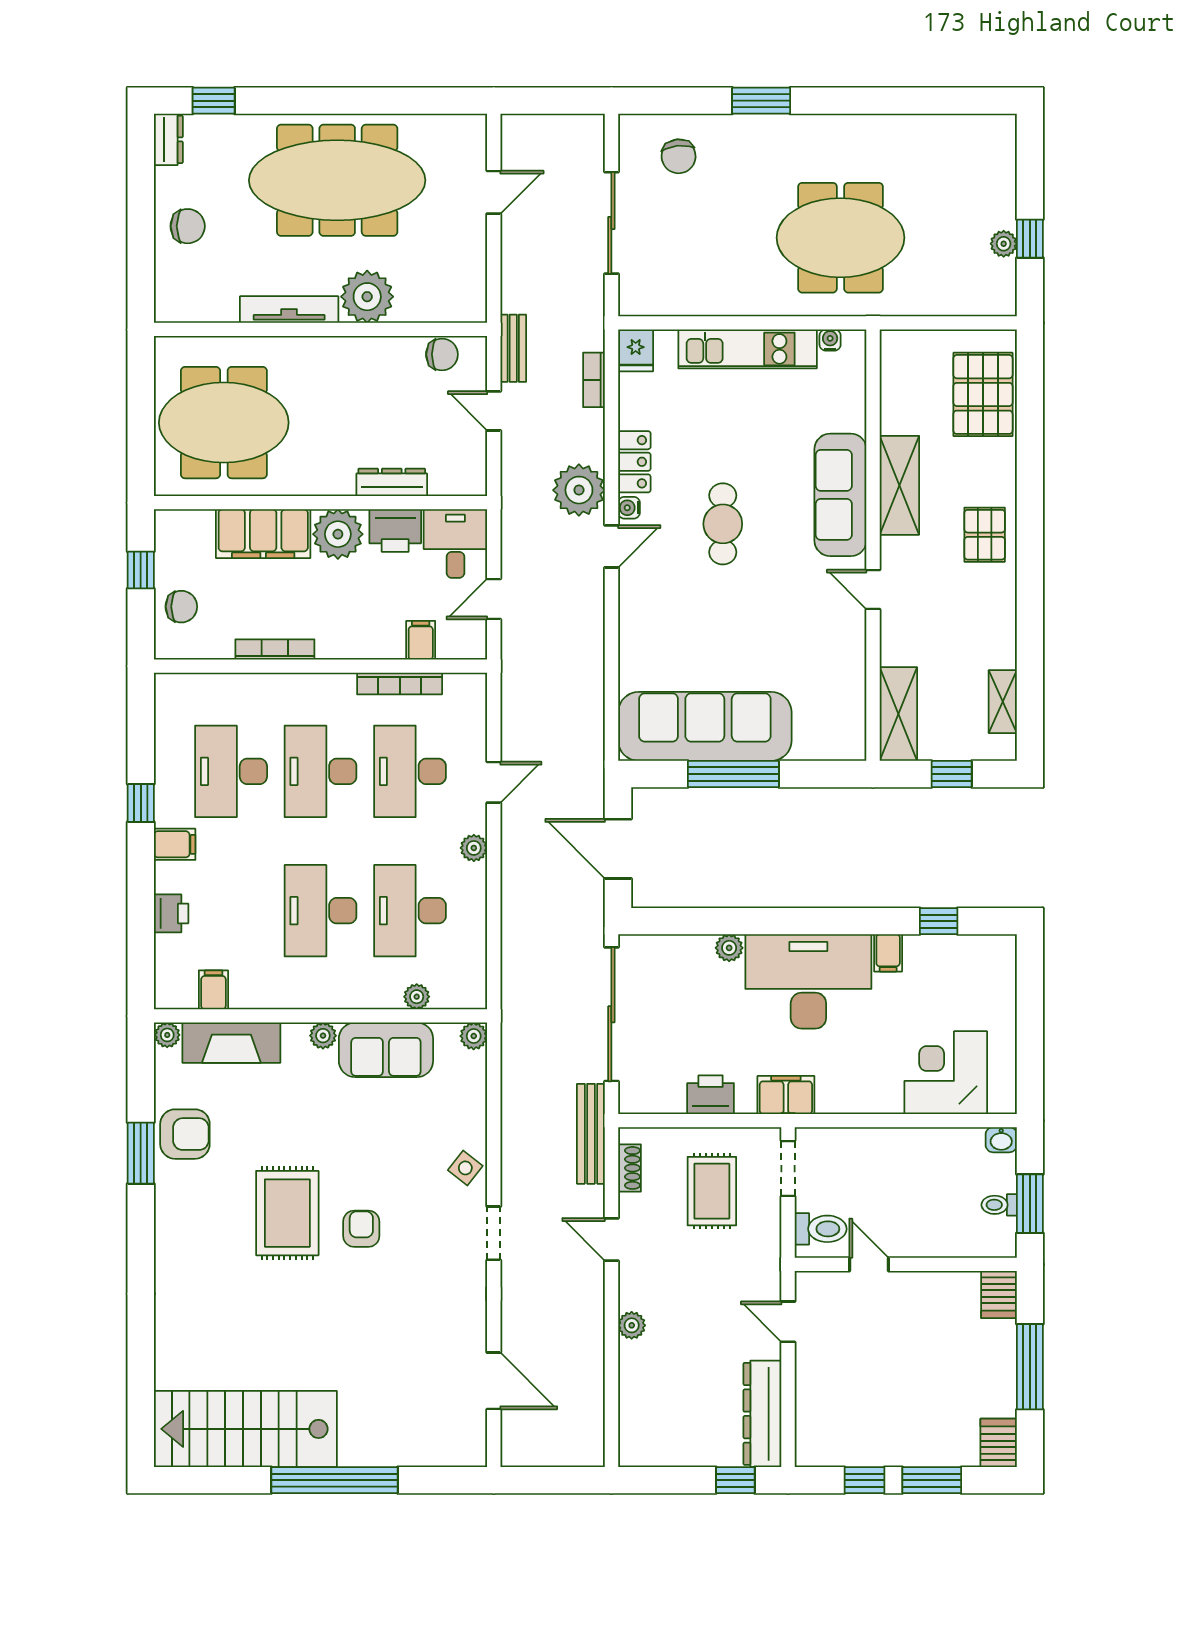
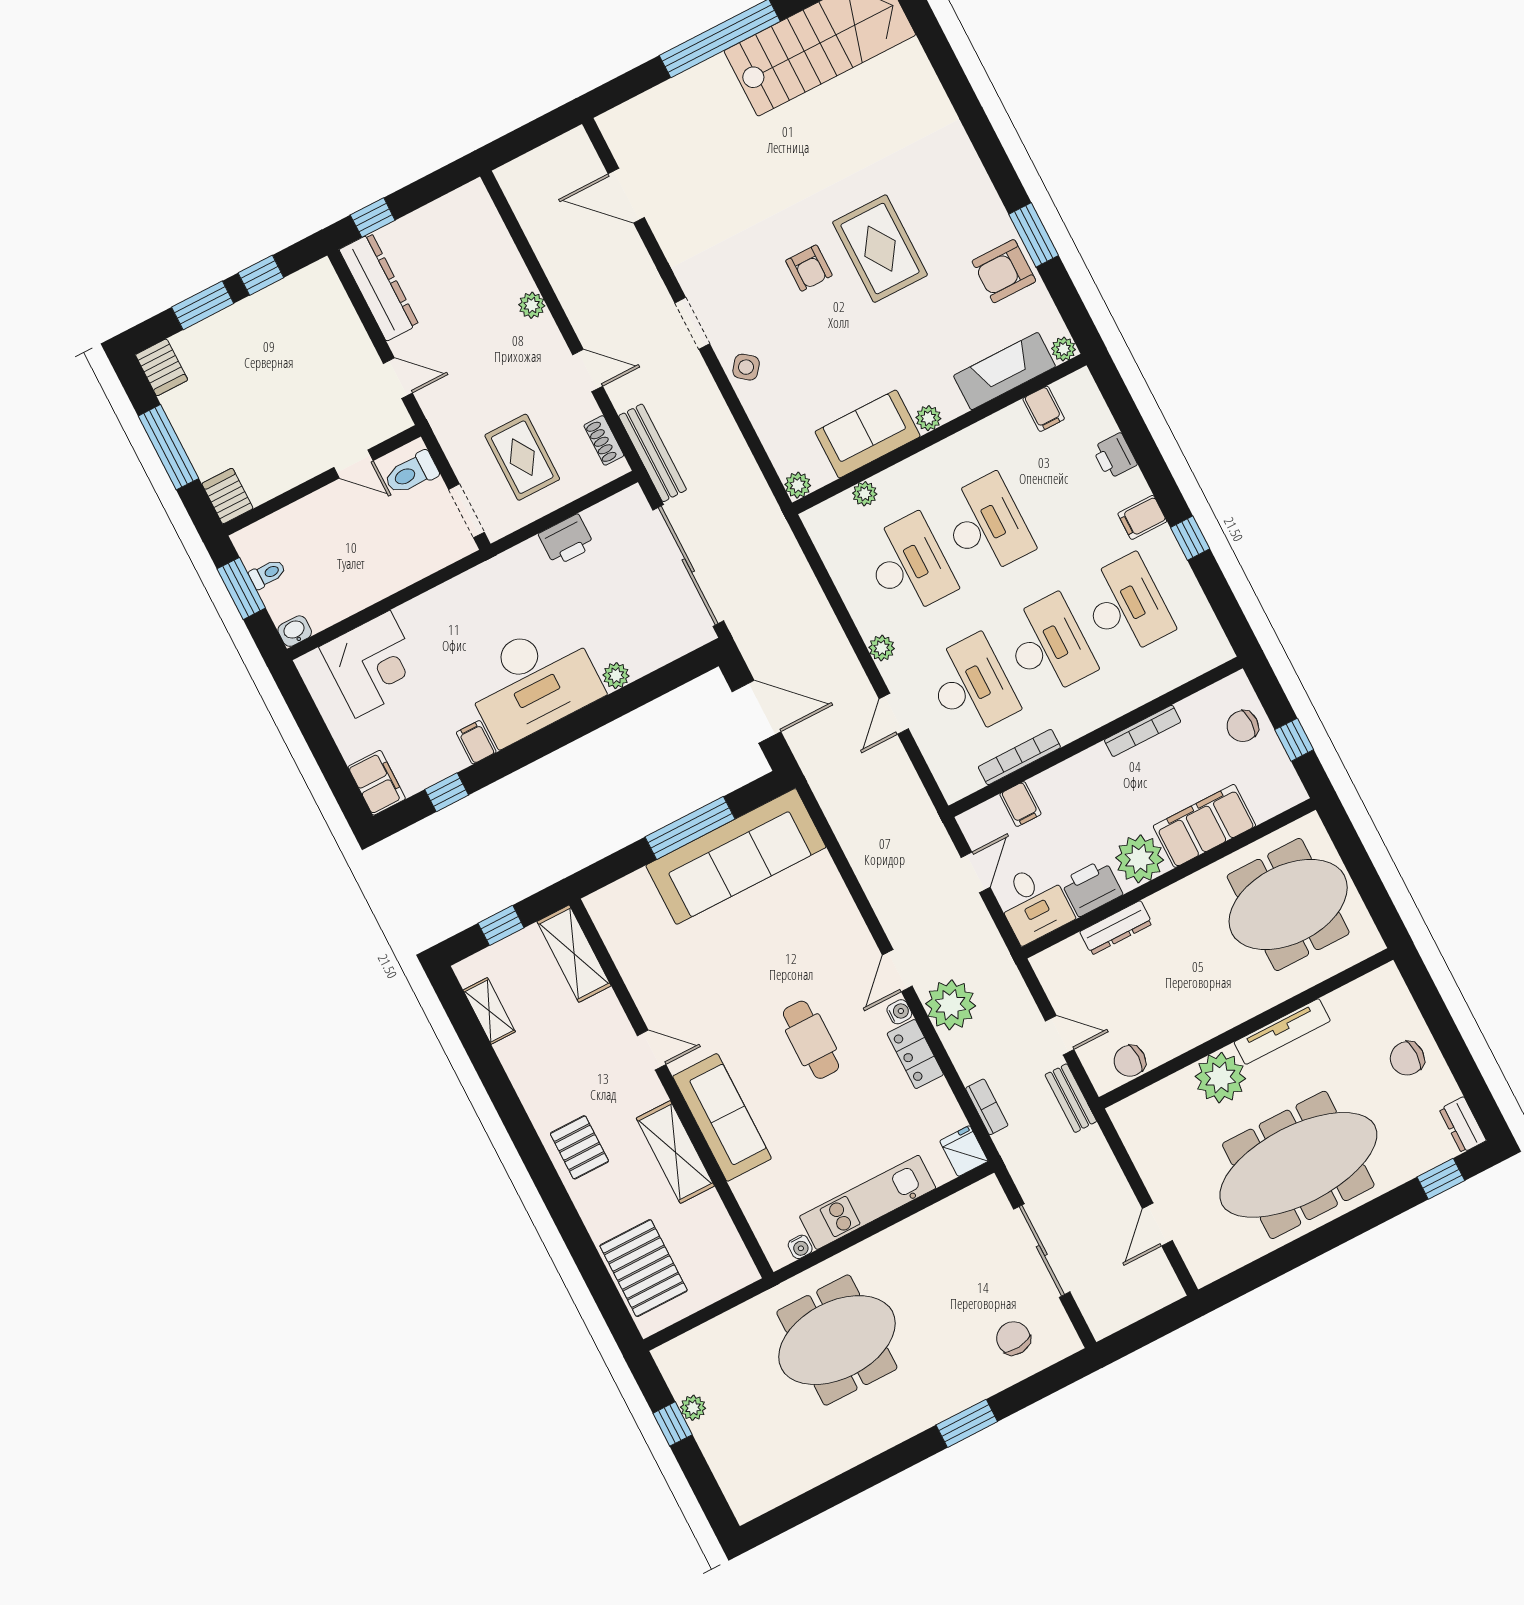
filing cabinet: (786, 1095) -> (377, 783), moved, turned -90

